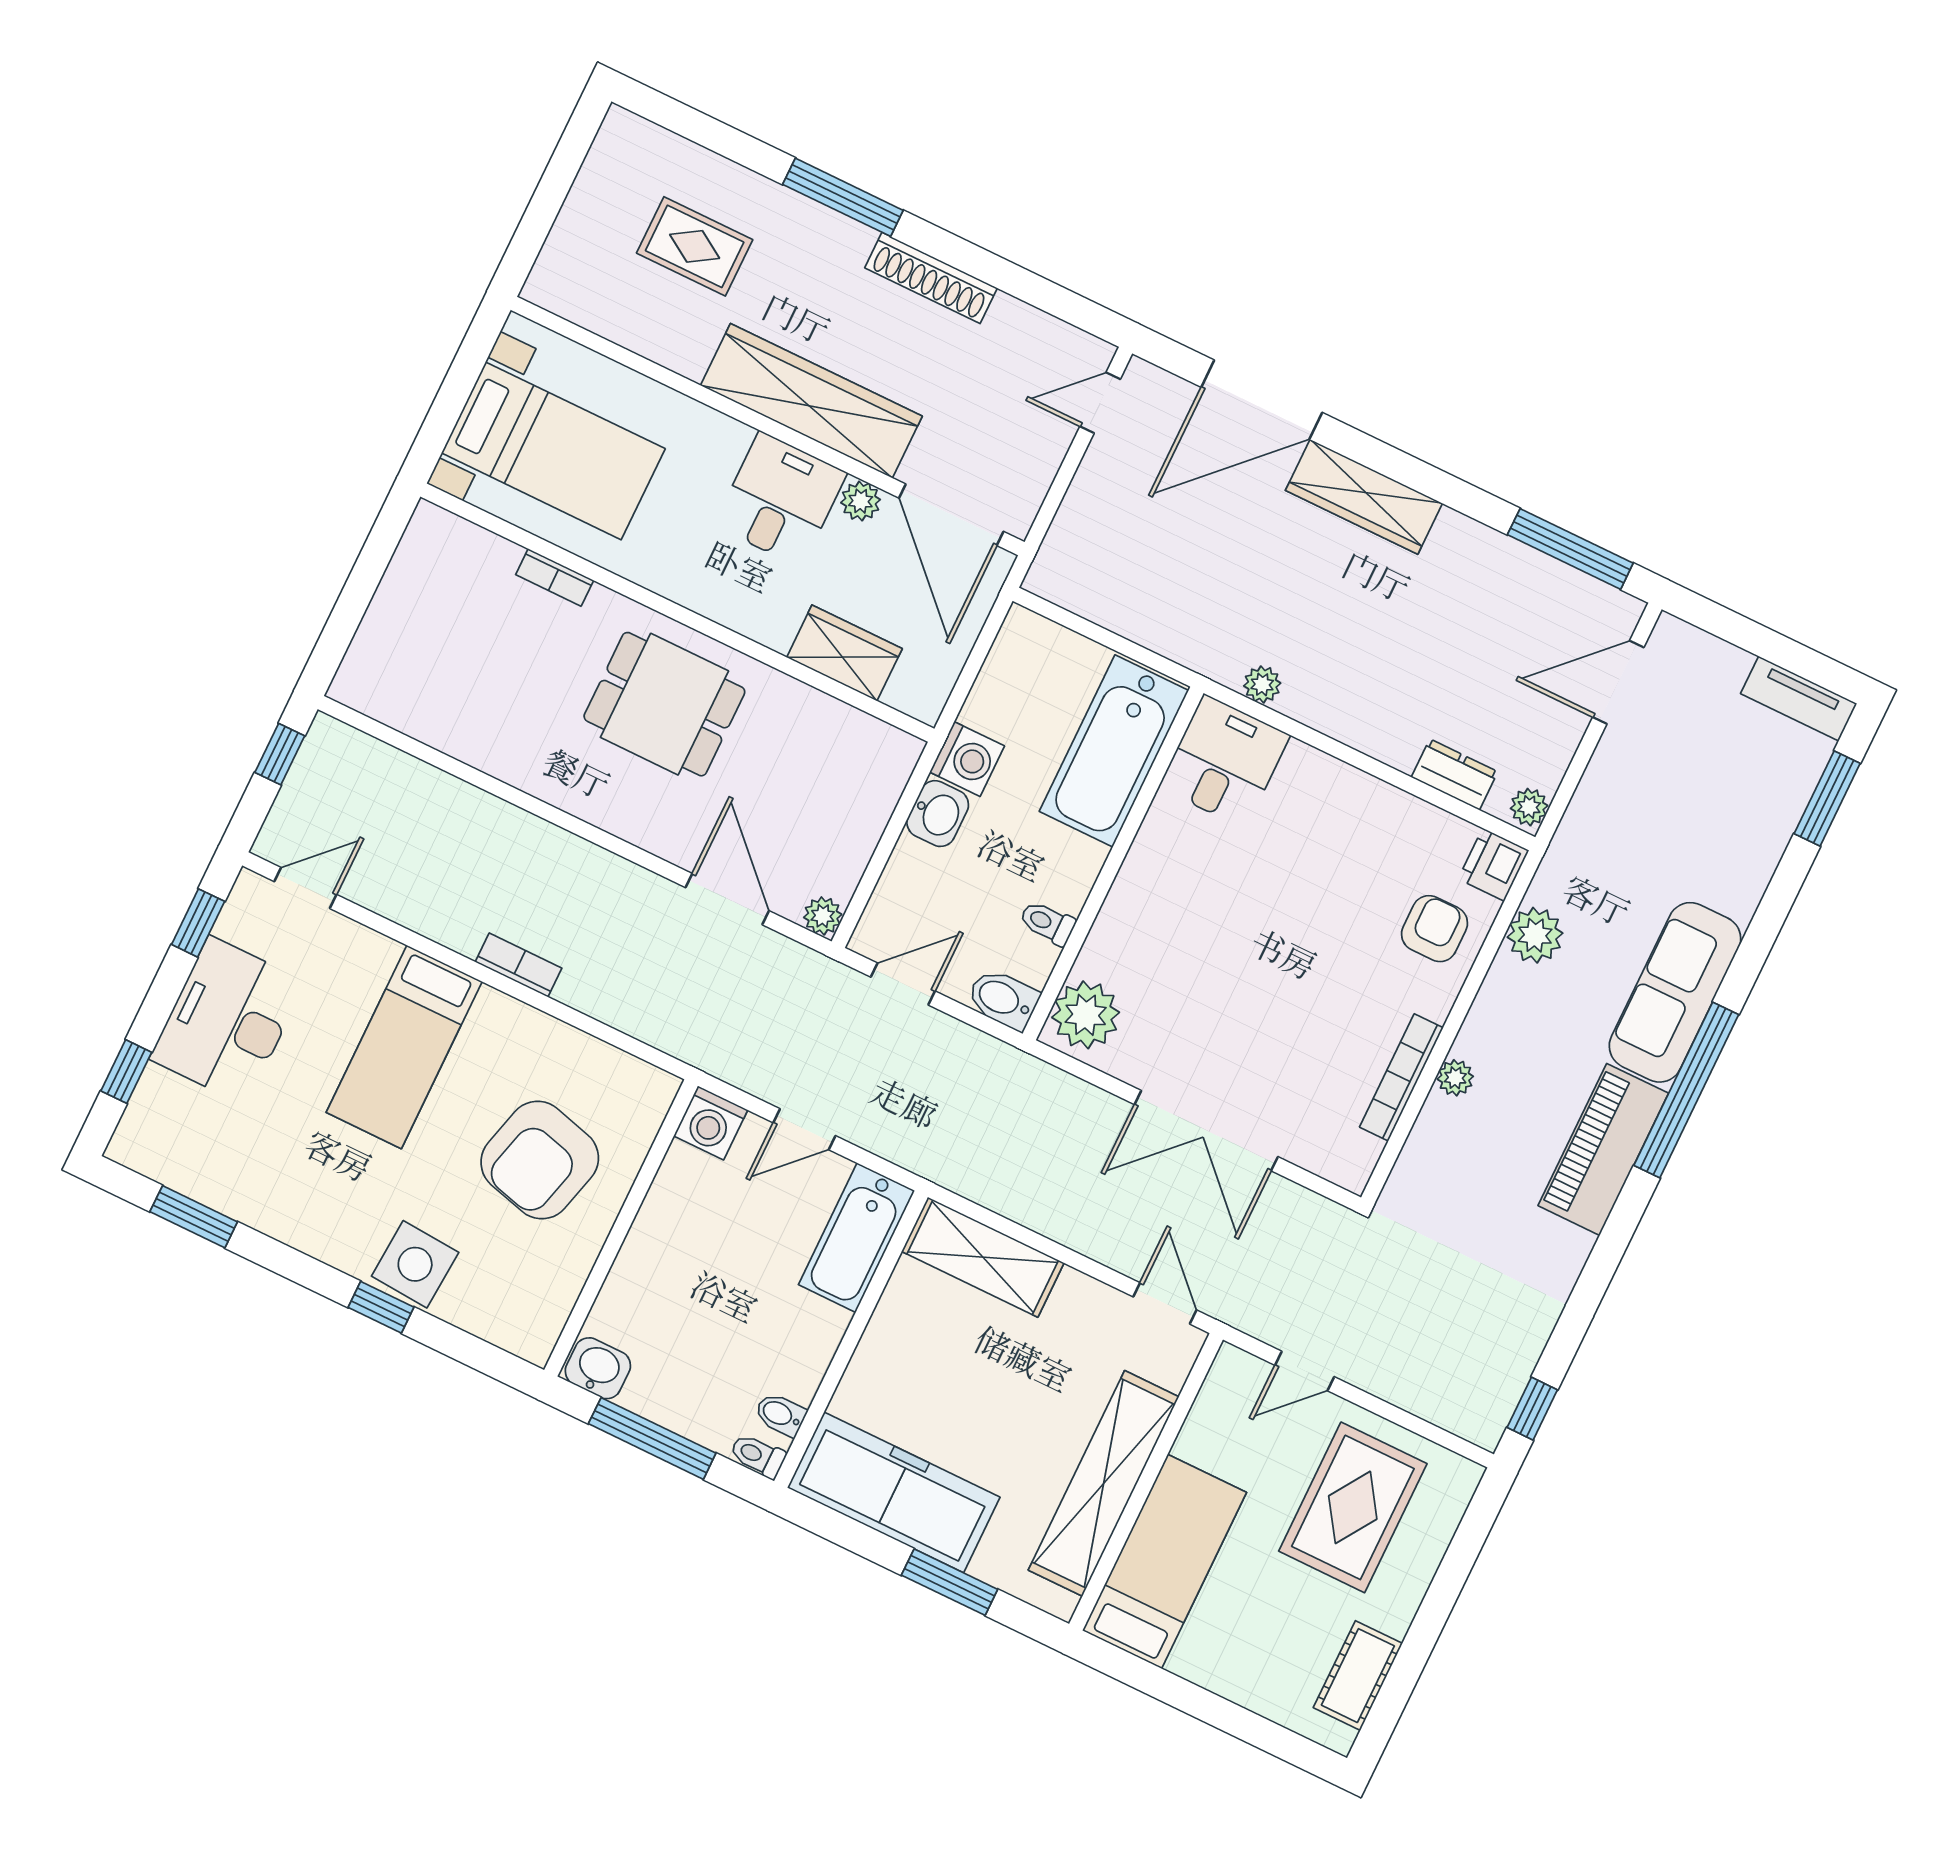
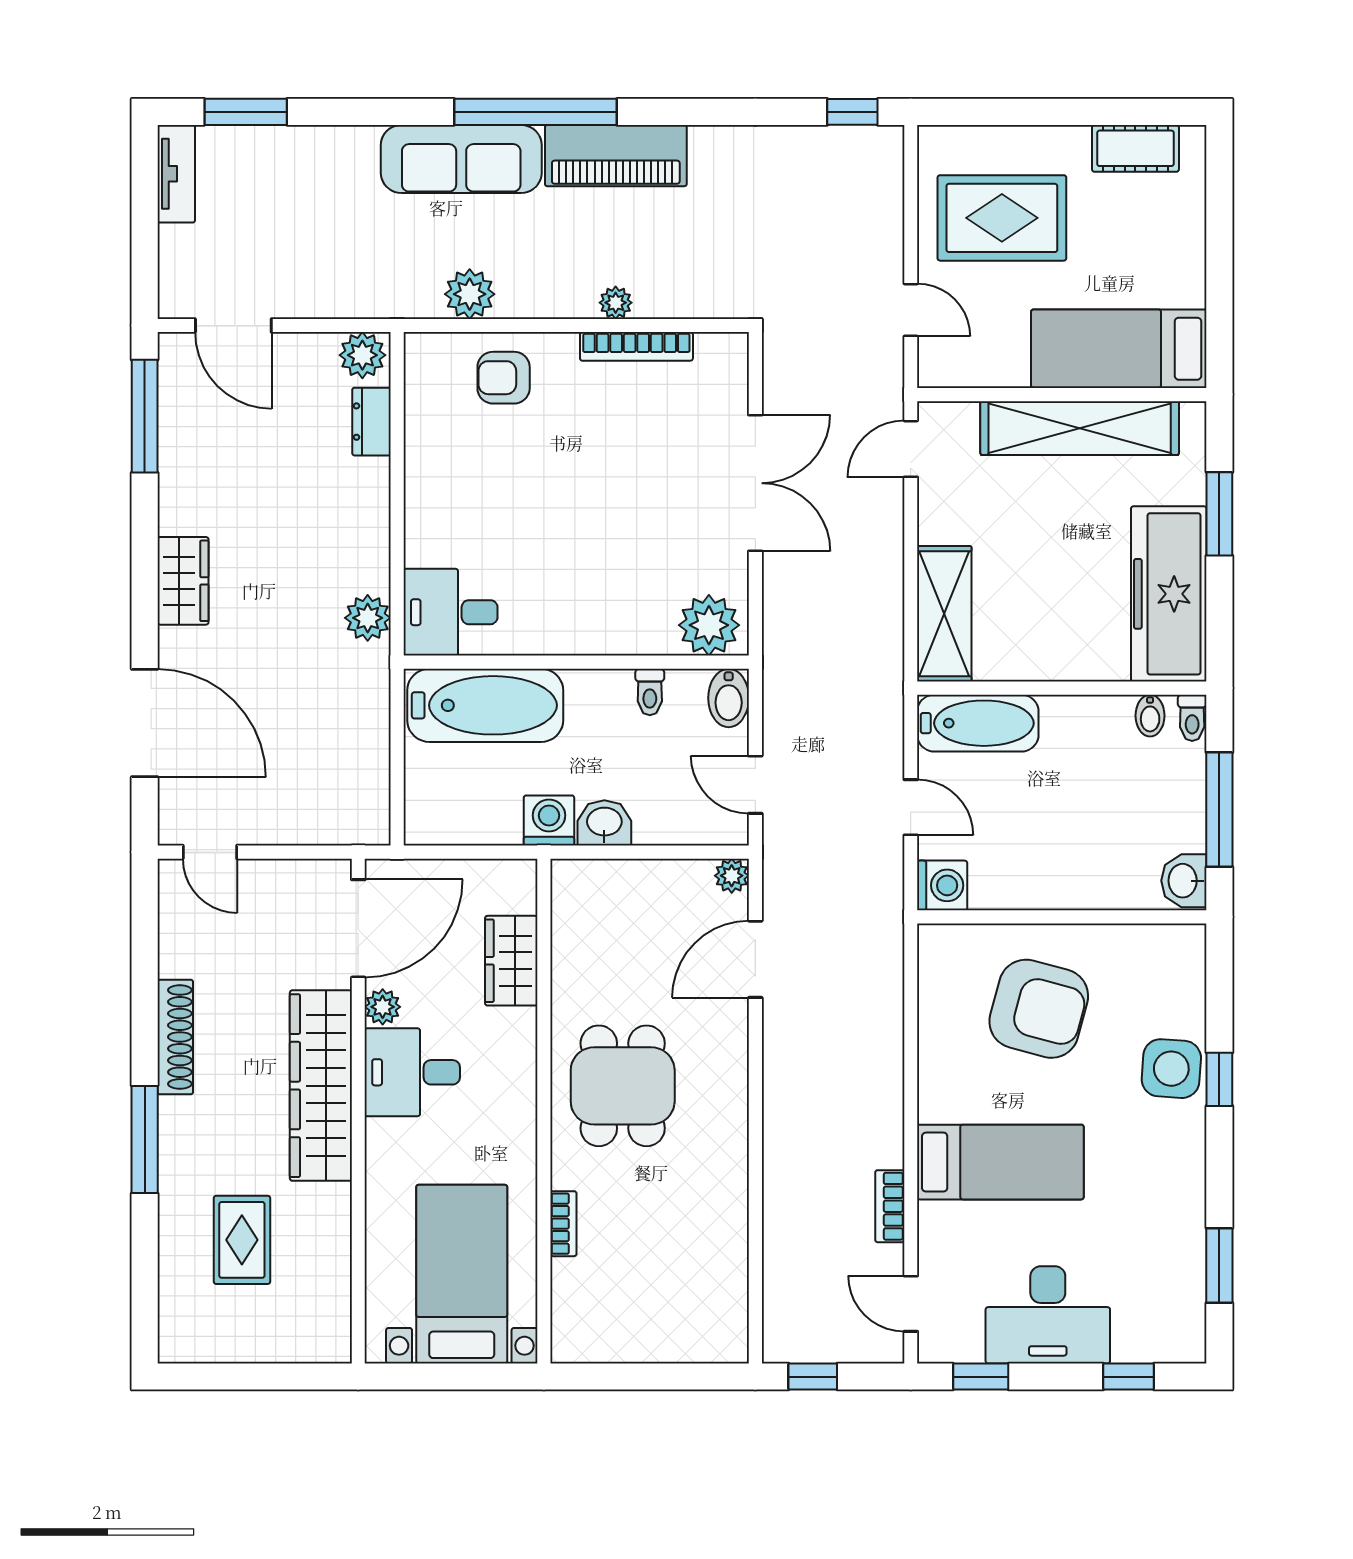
wardrobe: (1364, 497) -> (183, 581), width x0.67
plant: (1262, 684) -> (368, 618), width x1.38, depth x1.38
plant: (1529, 807) -> (362, 355), width x1.38, depth x1.38
printer: (1493, 865) -> (429, 355), removed
bookcase: (519, 965) -> (890, 1206), moved

